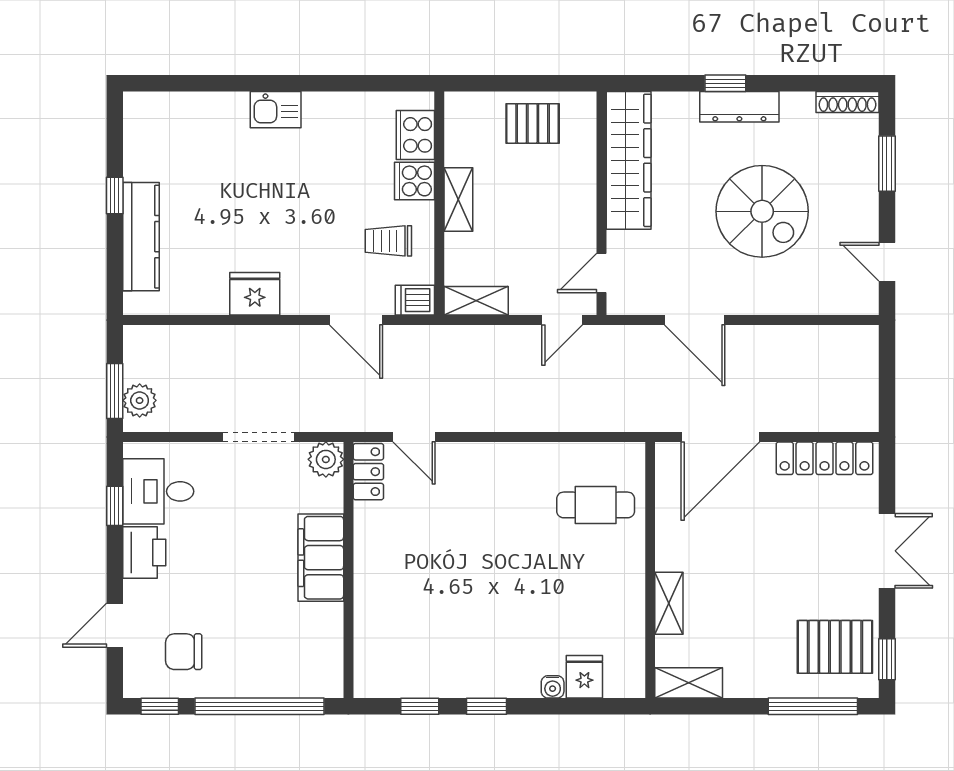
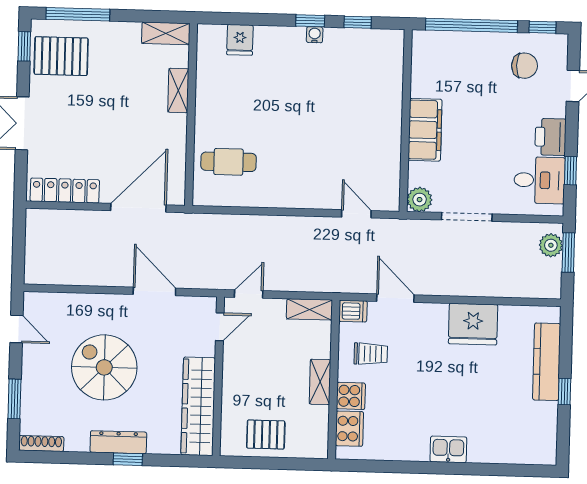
fridge: (255, 294) -> (473, 324), width x1.36, depth x1.34
locker: (368, 472) -> (390, 190), removed
water cooler: (553, 687) -> (315, 35), moved

